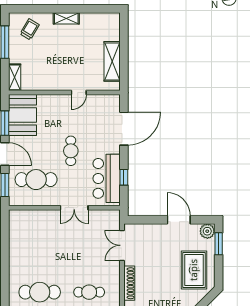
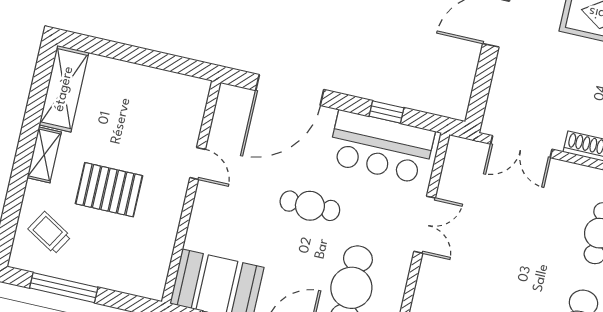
pallet: (57, 53) -> (109, 190), added
shelving: (112, 61) -> (64, 89), moved, turned 90
shelving: (15, 77) -> (138, 284), removed
door: (124, 129) -> (290, 90), swing flipped

